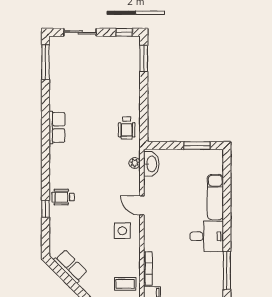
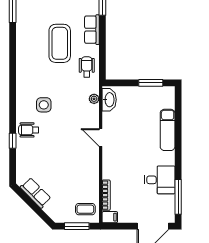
coffee table: (97, 102) -> (60, 43), added
row of seats: (57, 127) -> (92, 30), moved, turned 180
wheelchair: (127, 128) -> (87, 67), turned 180
side table: (122, 231) -> (44, 105), moved
desk: (207, 236) -> (160, 180), moved

